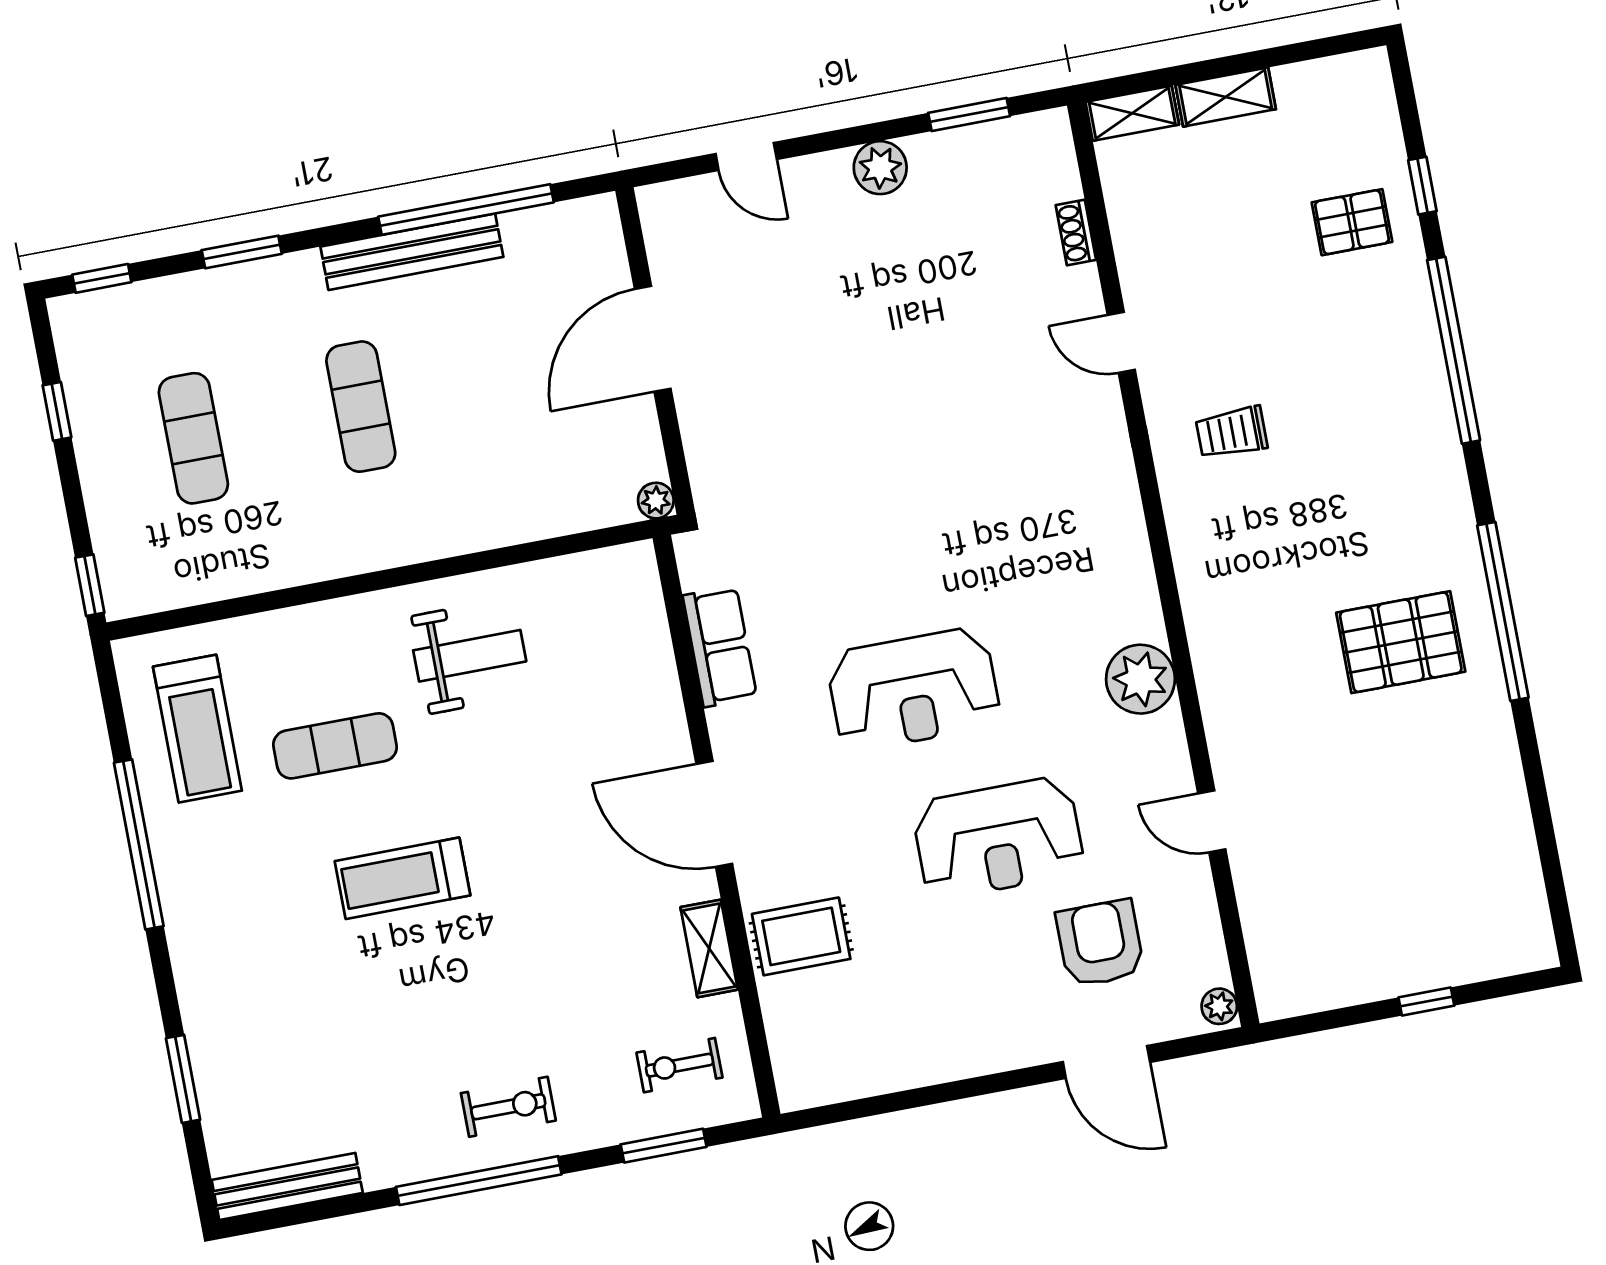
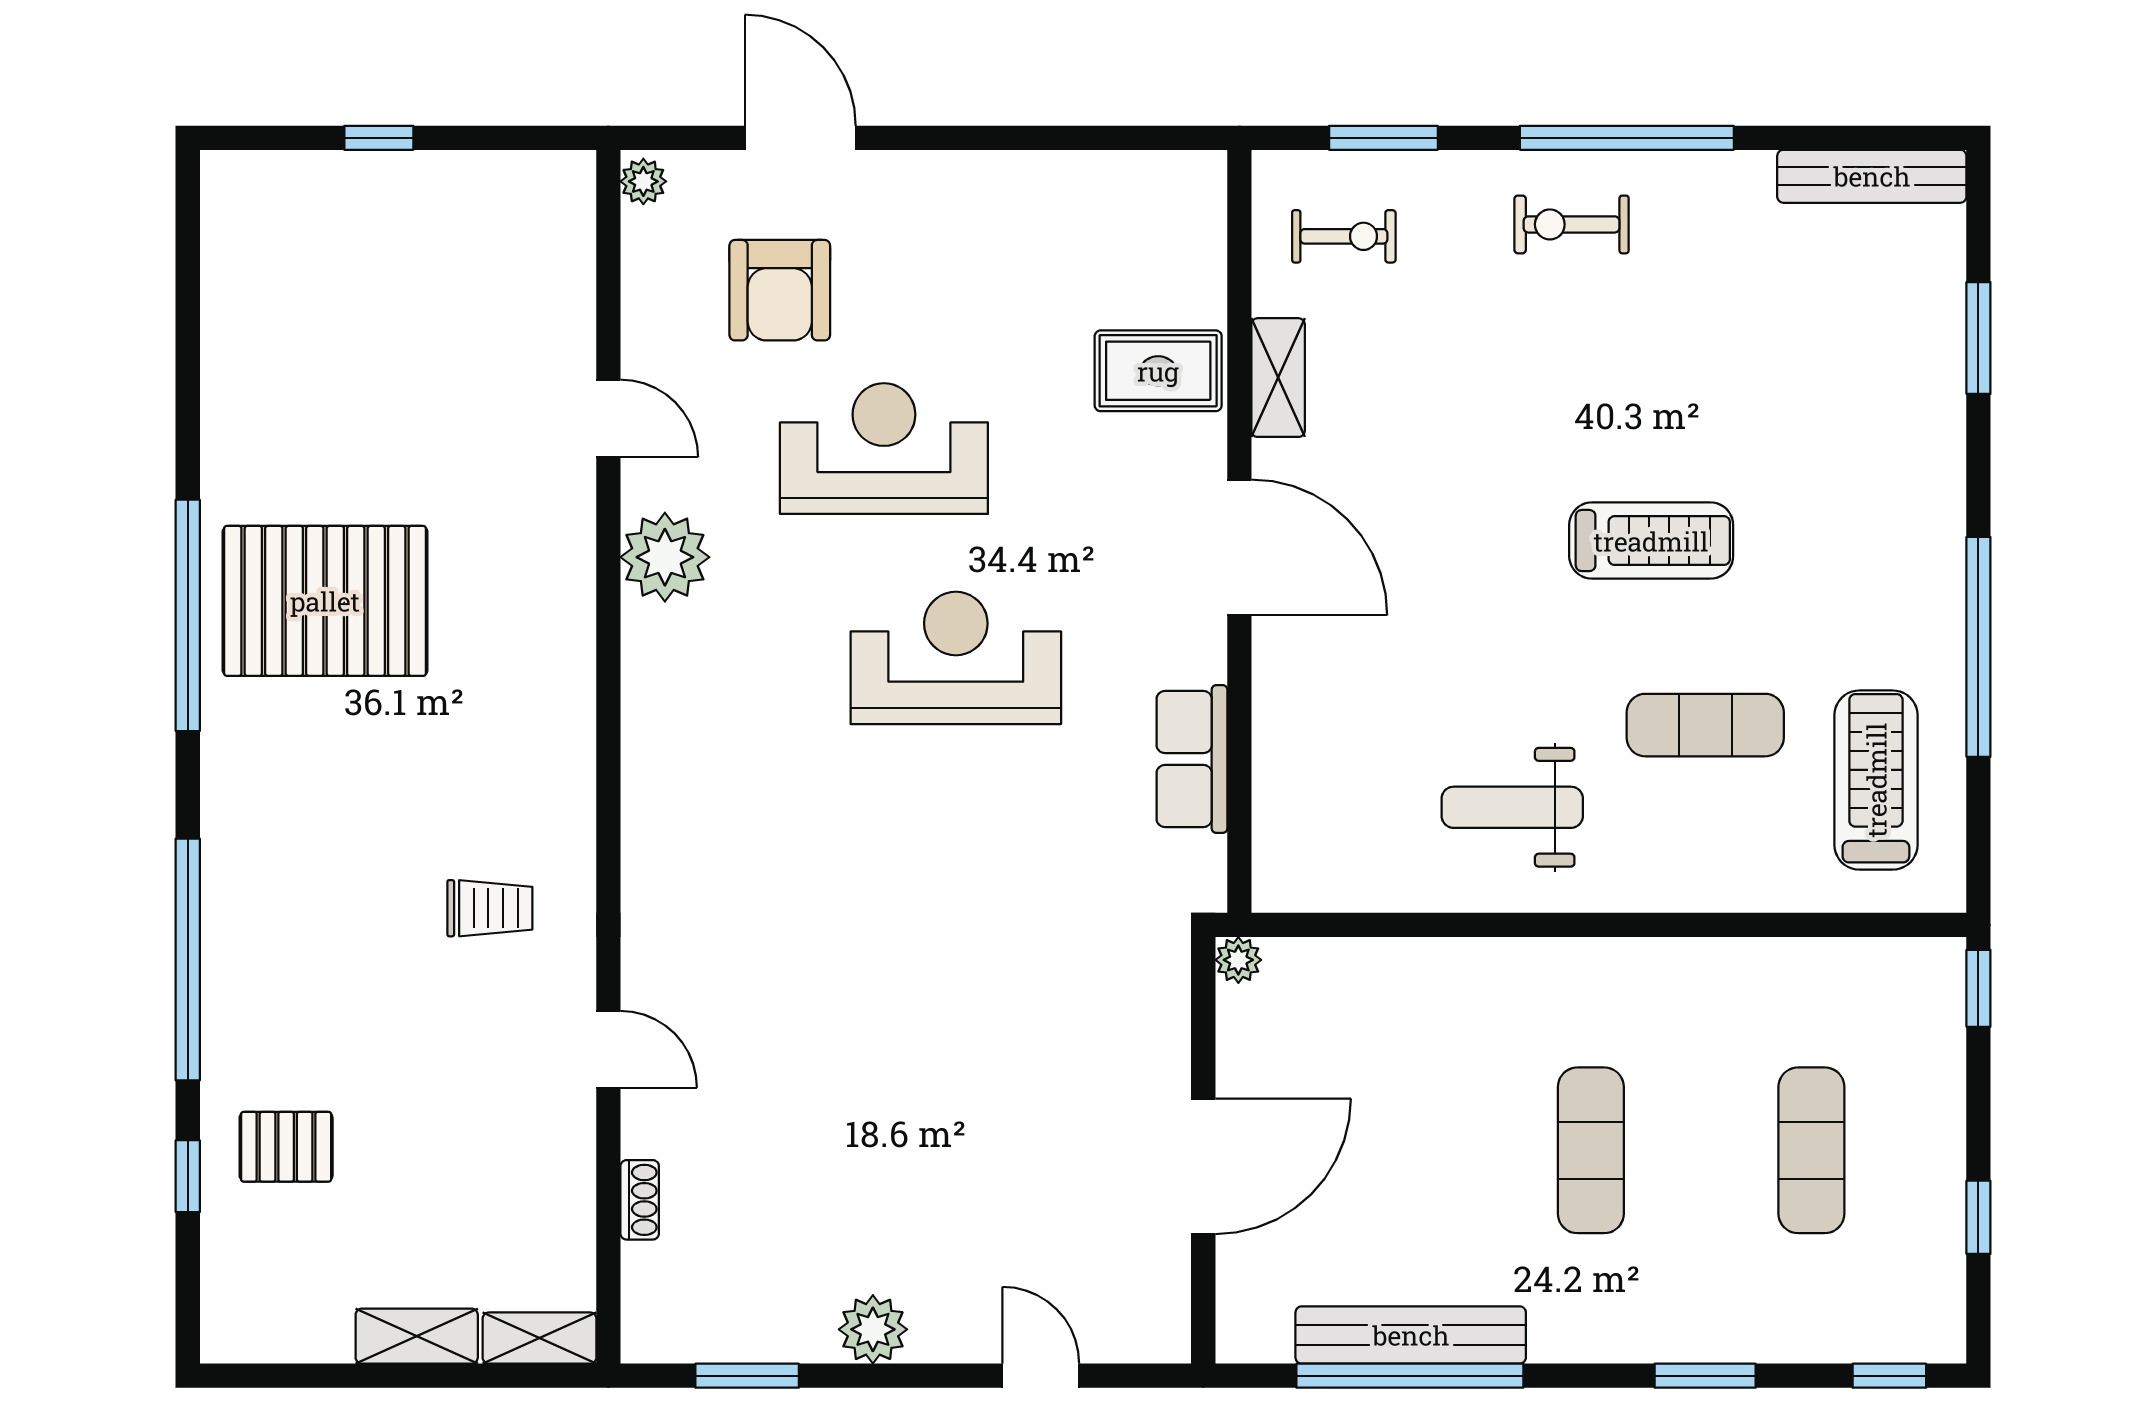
bench: (412, 252) -> (1411, 1335), moved
pallet: (1401, 642) -> (325, 601), width x1.37, depth x1.41
plant: (1140, 679) -> (665, 557), moved

